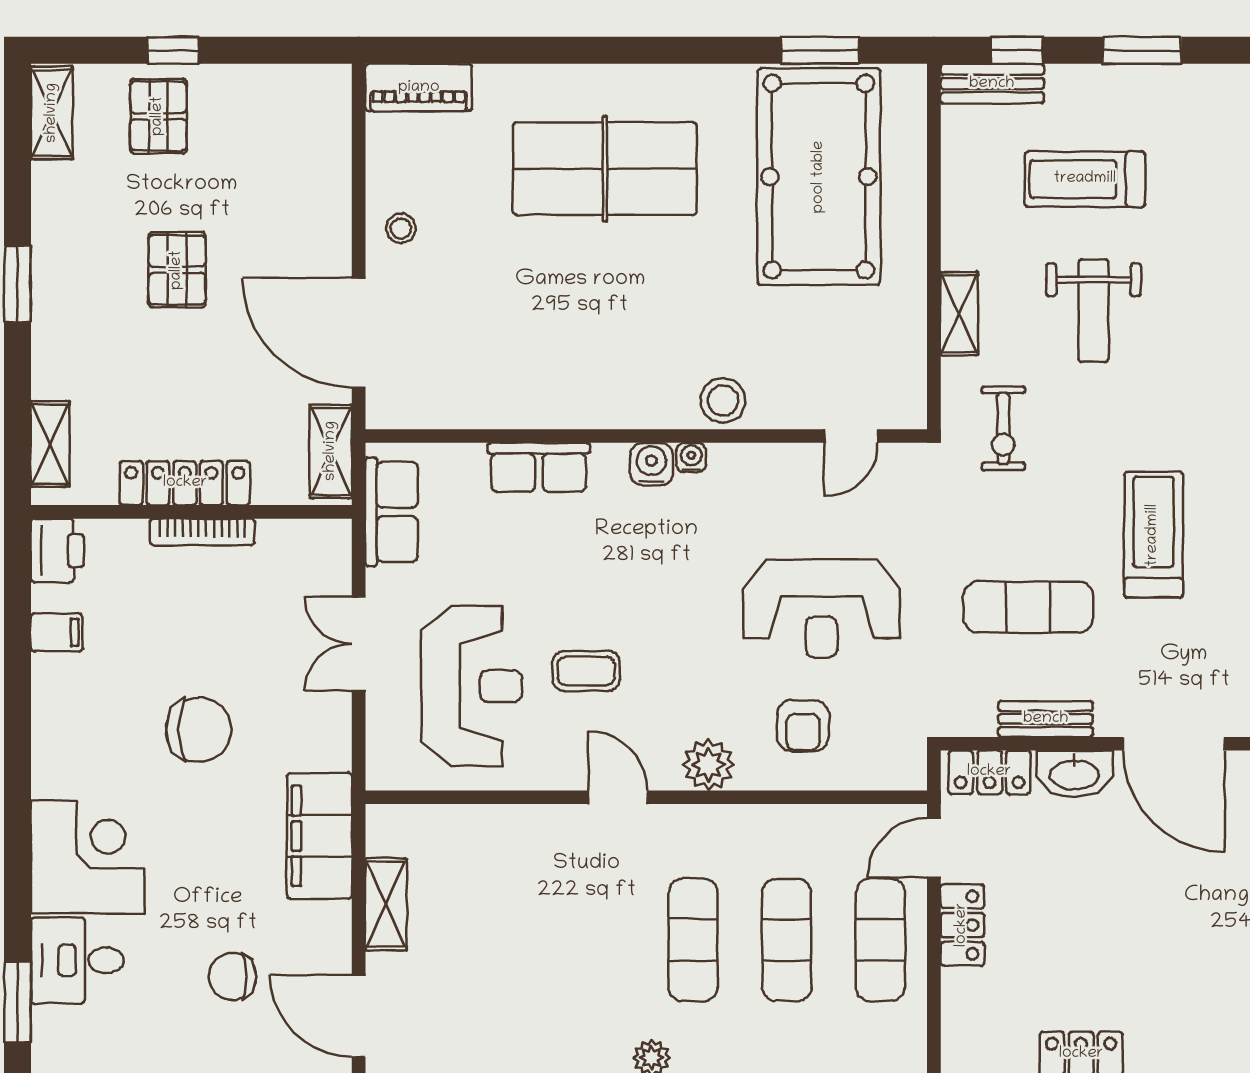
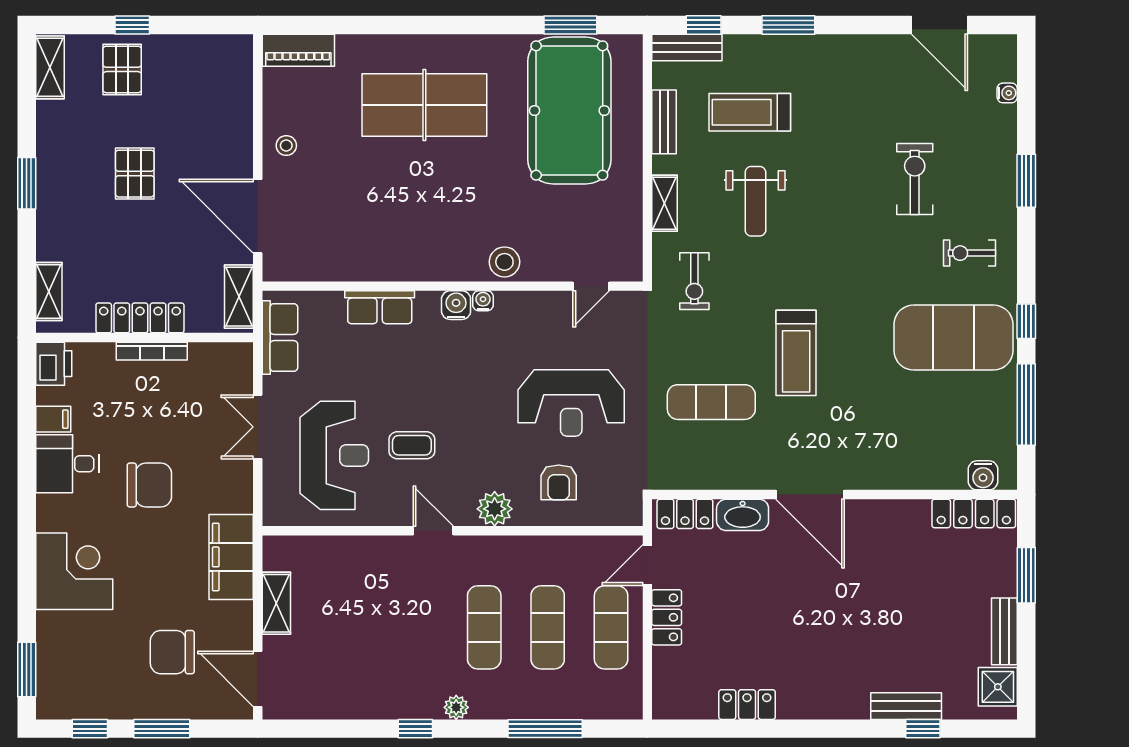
treadmill: (1153, 535) -> (796, 353), turned 180
bench: (1046, 719) -> (664, 122), moved, turned 90
desk: (77, 960) -> (67, 464), moved
chair: (232, 976) -> (172, 652), width x1.37, depth x1.37

